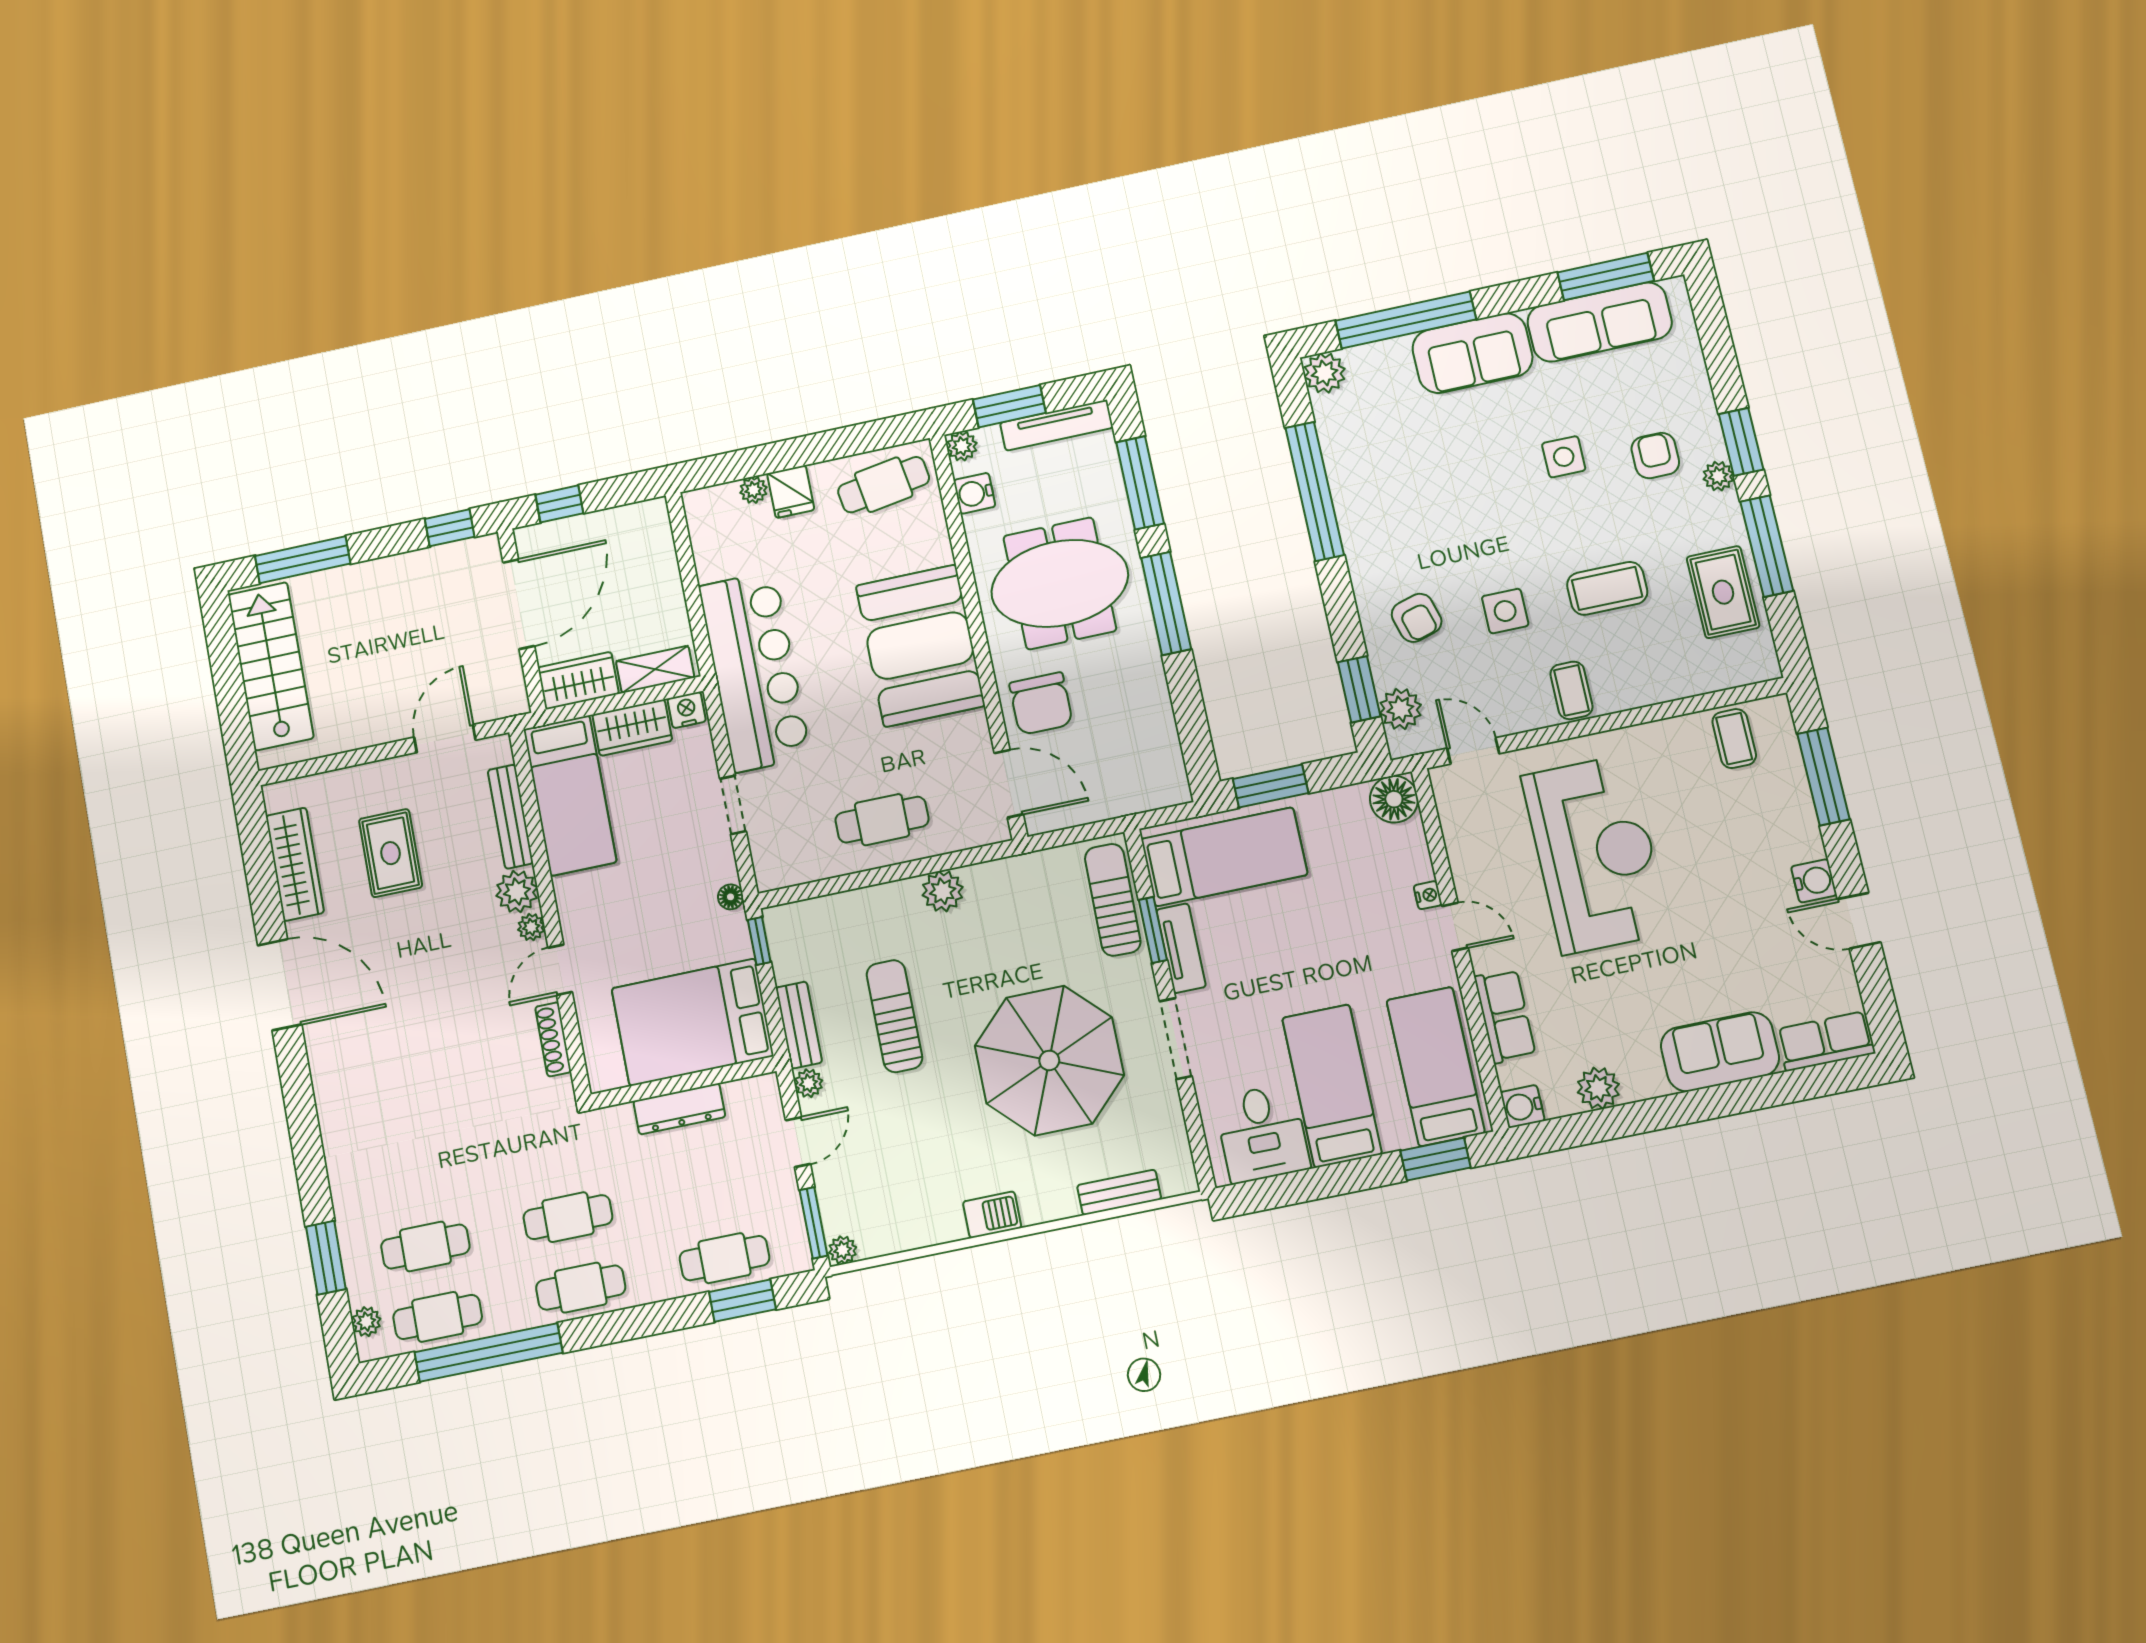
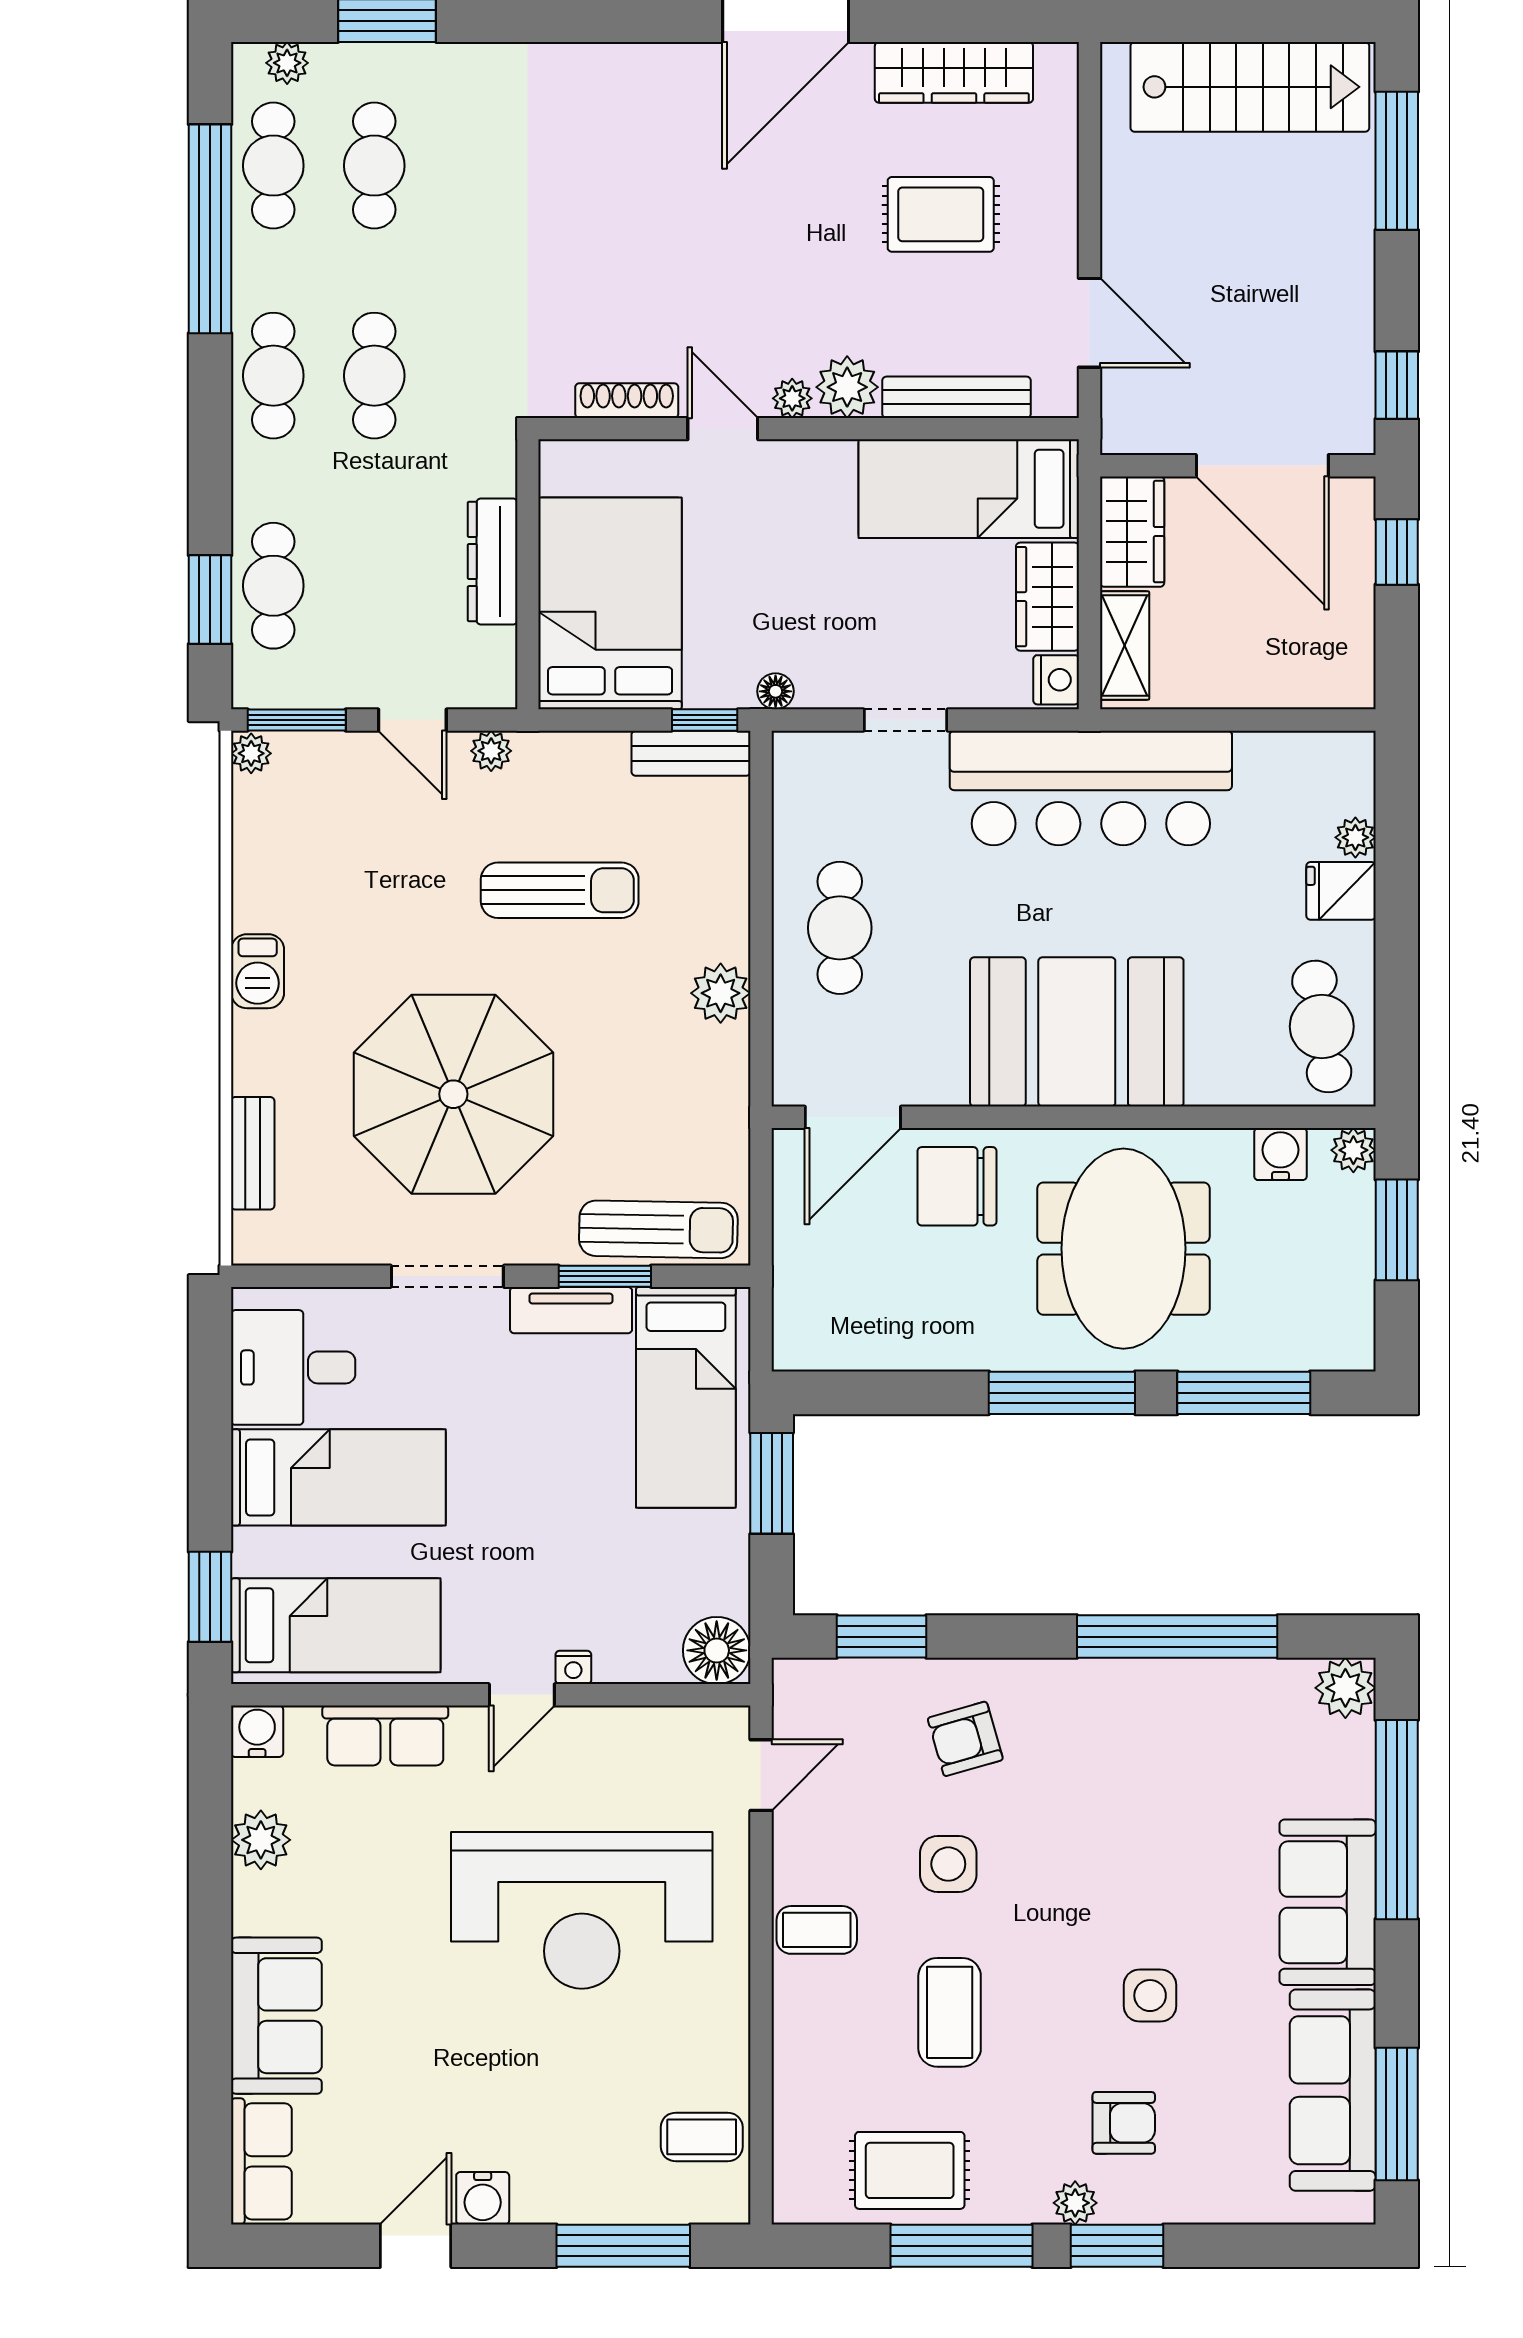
tv unit: (1056, 425) -> (1354, 1292), removed
plant: (1400, 709) -> (841, 1688), removed
bench: (799, 1025) -> (691, 753), moved

